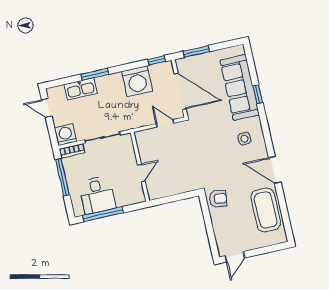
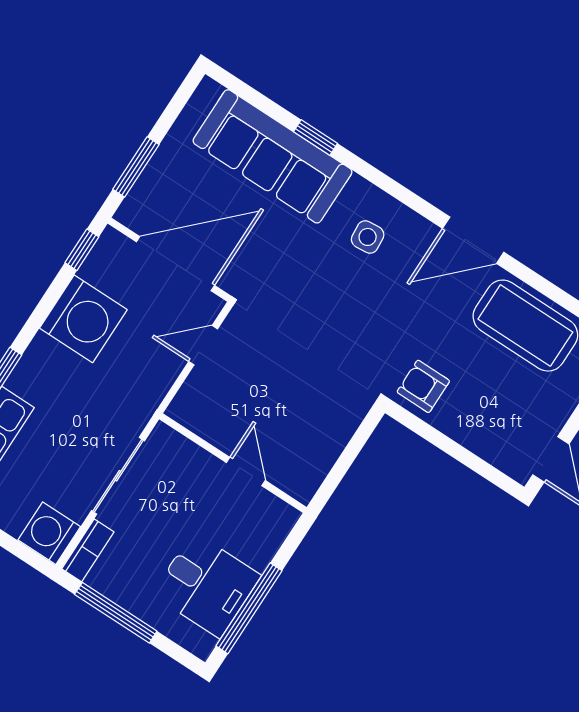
armchair: (218, 199) -> (423, 386), turned -98

